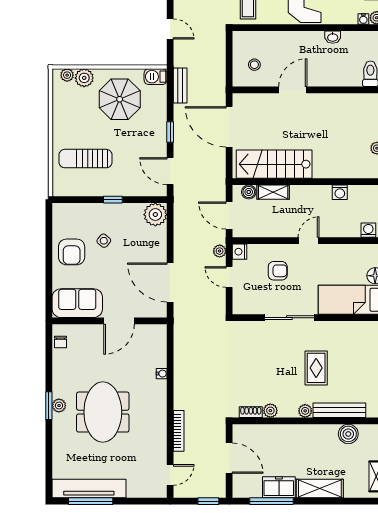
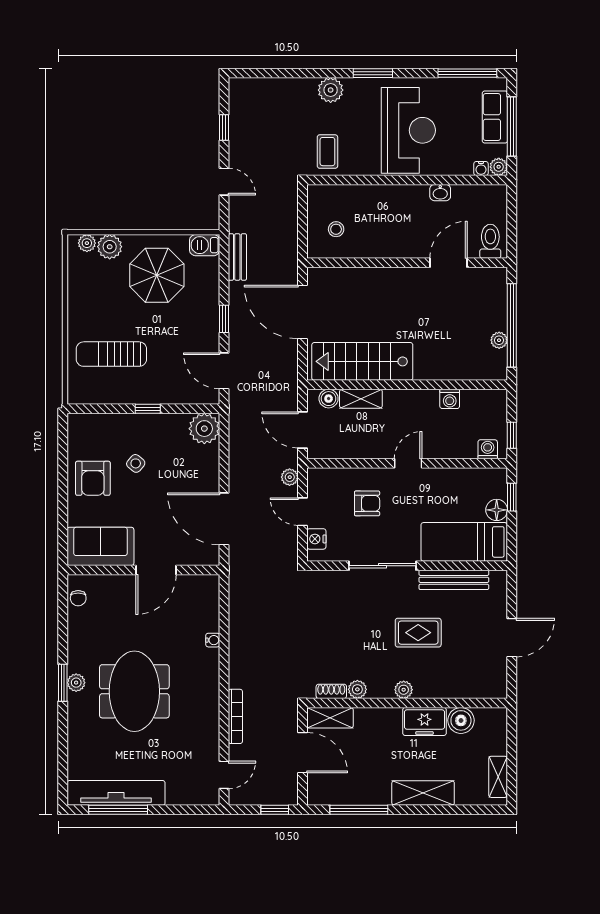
door: (293, 90) -> (449, 263), moved
nightstand: (240, 252) -> (316, 539), moved
rug: (316, 368) -> (418, 633), turned 90
bench: (339, 410) -> (454, 580), moved
shelving: (250, 432) -> (330, 718), added
freezer: (279, 487) -> (424, 721), moved, turned 180

